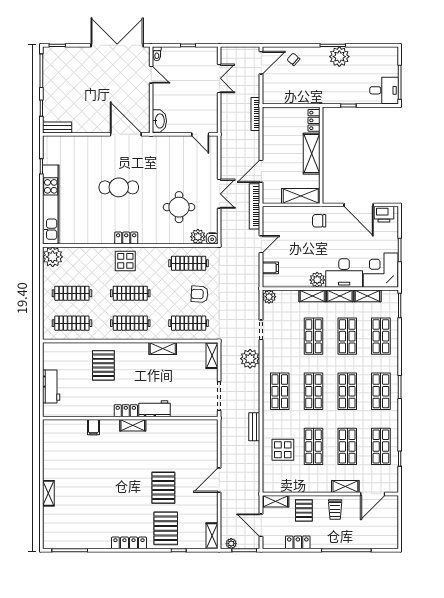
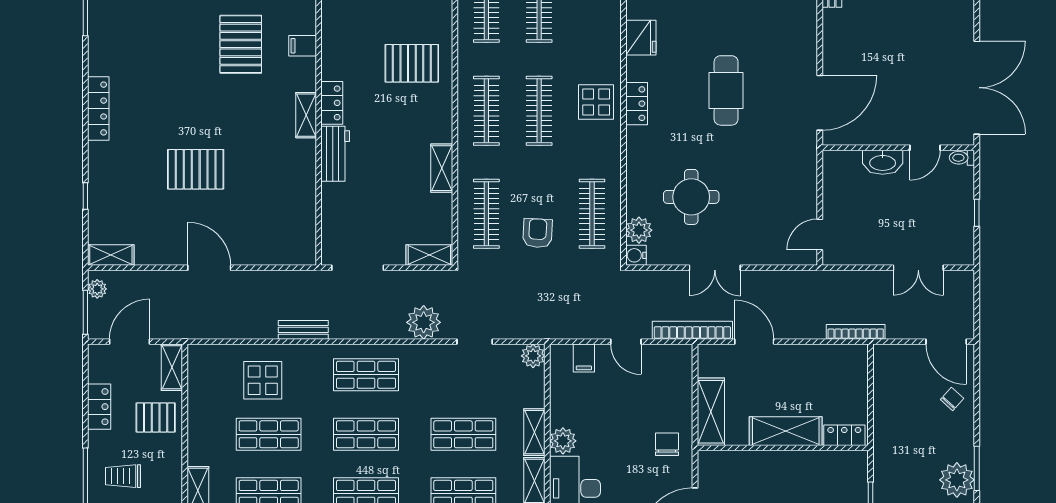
washbasin: (159, 121) -> (883, 162), moved
fridge: (89, 236) -> (641, 38), added
trolley: (335, 510) -> (123, 476), moved
pallet: (166, 528) -> (241, 44), moved, turned 90

